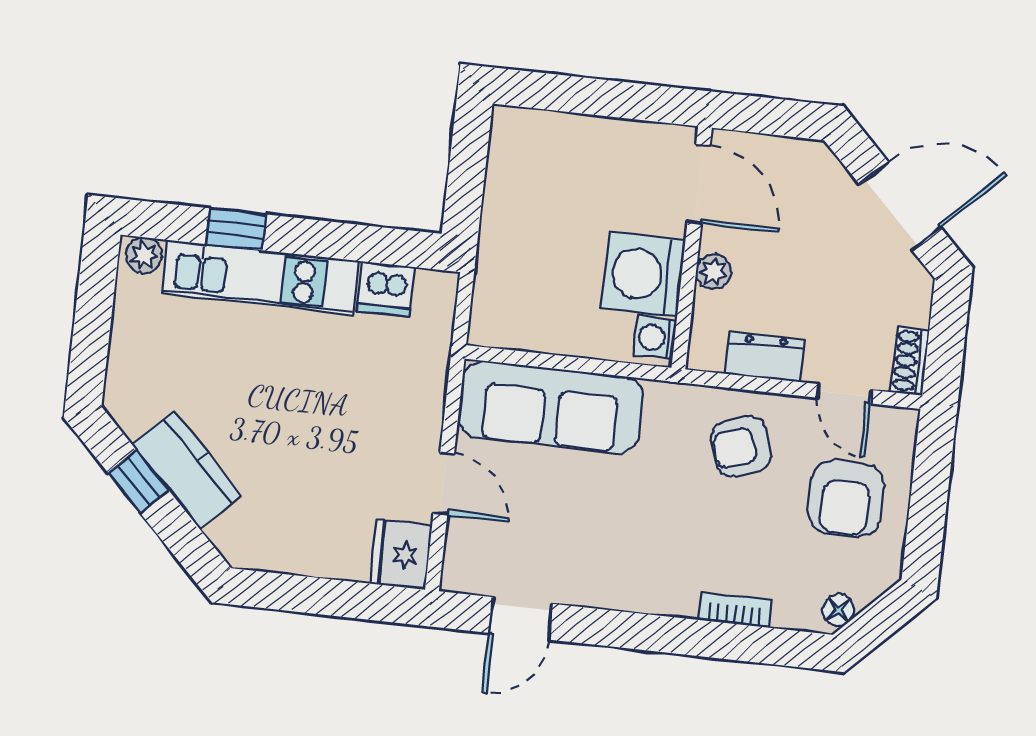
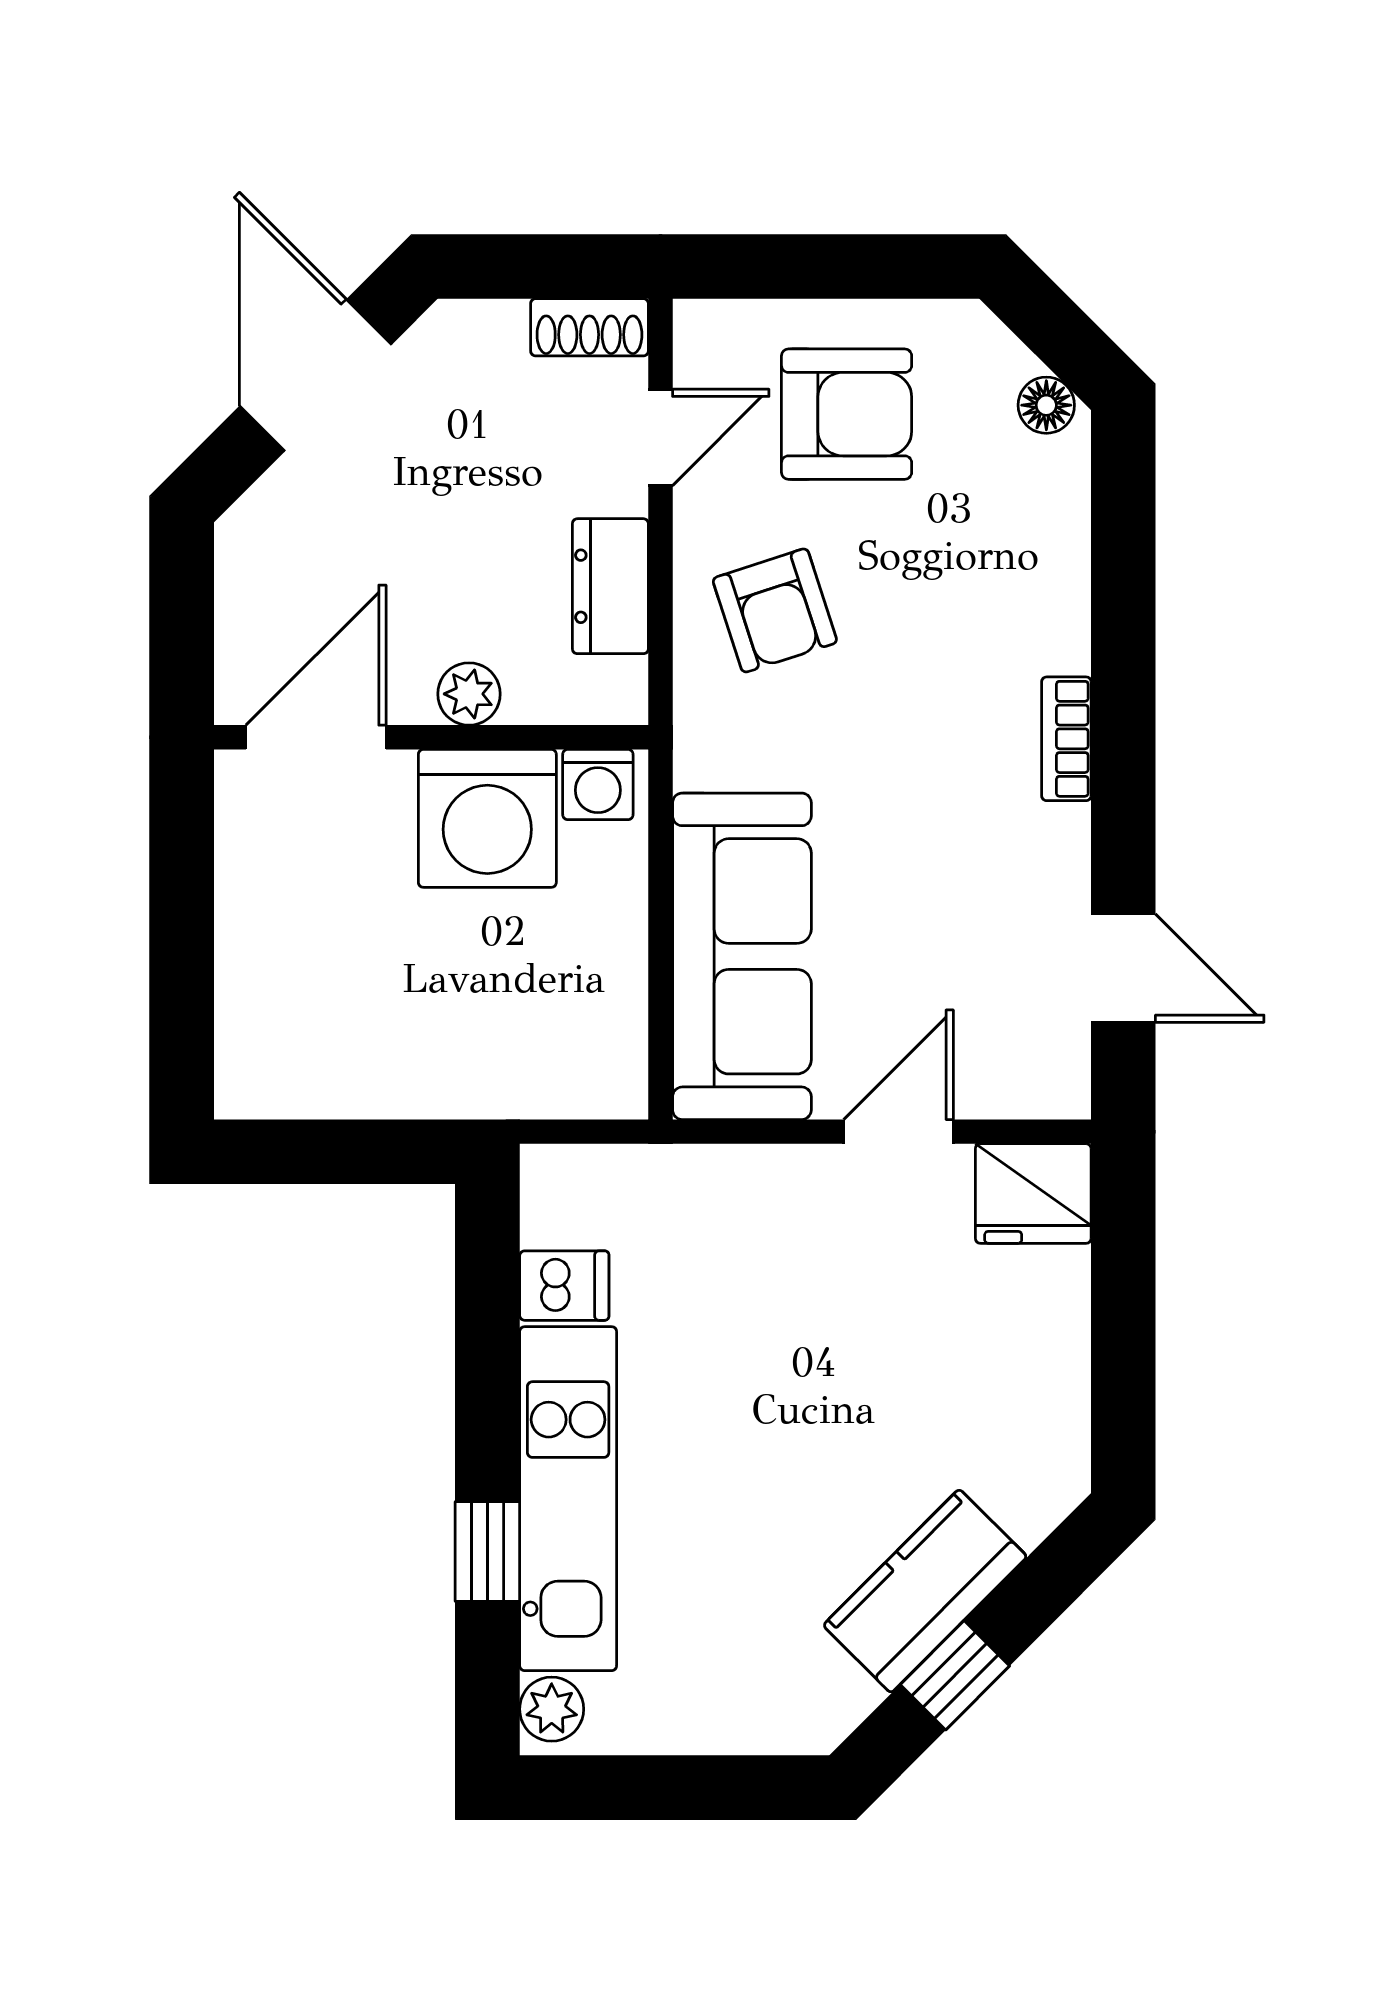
dishwasher: (386, 289) -> (564, 1286), width x0.73
bookcase: (735, 610) -> (1066, 739), moved

